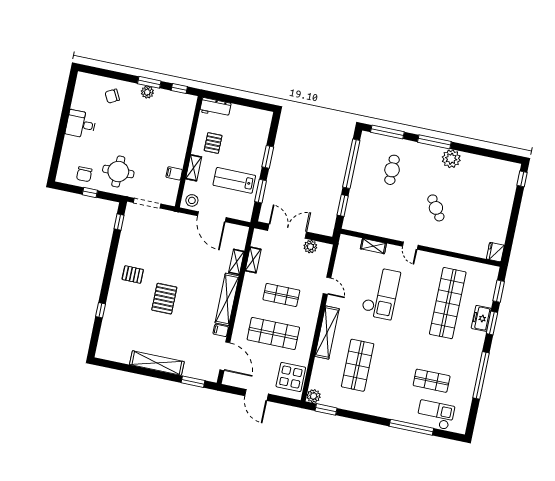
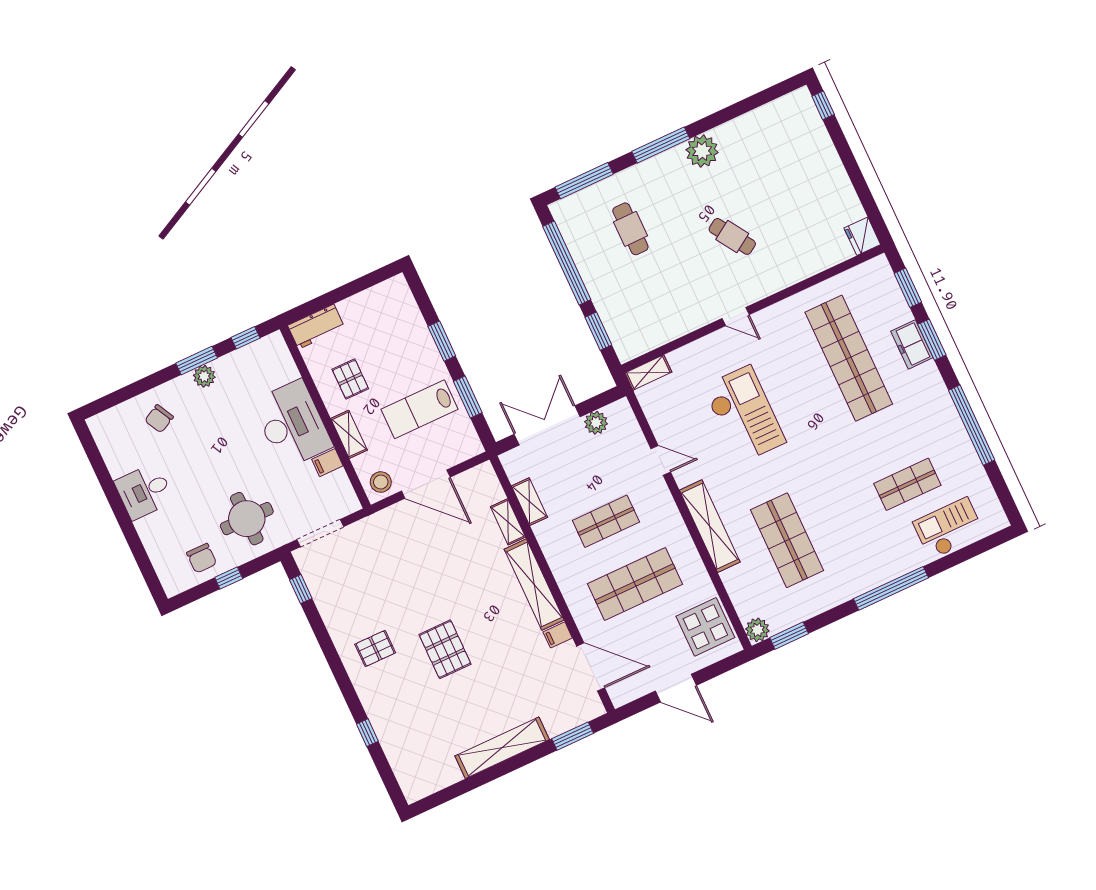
desk: (171, 144) -> (292, 424), added
shelving: (373, 246) -> (648, 372), moved
window: (411, 427) -> (891, 588), moved

